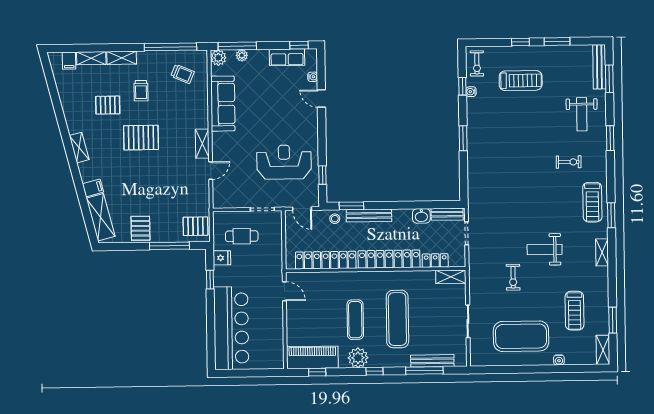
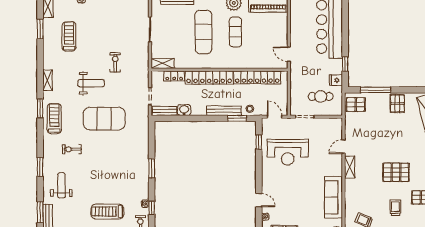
exercise mat: (521, 336) -> (104, 119), moved

